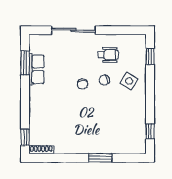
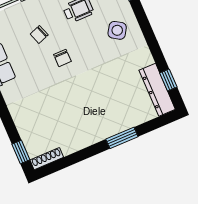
chair: (104, 80) -> (39, 35), moved
dresser: (139, 135) -> (157, 90), added

